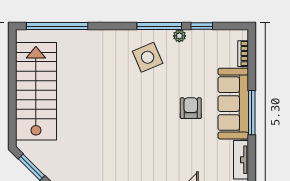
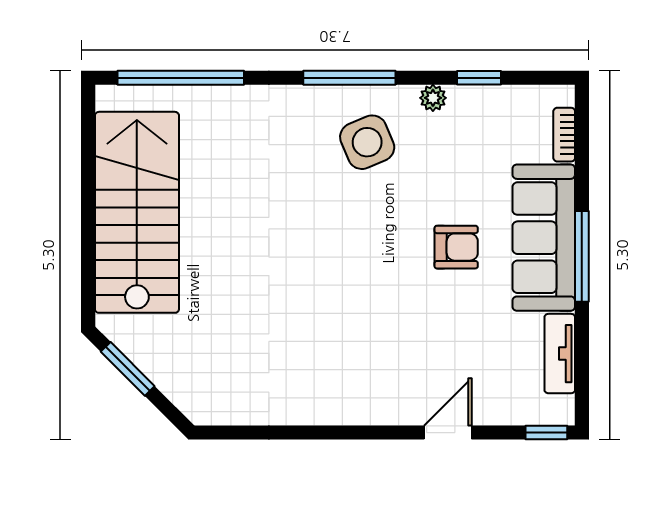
window: (159, 26) -> (349, 78), moved
armchair: (191, 108) -> (456, 247), turned 90

